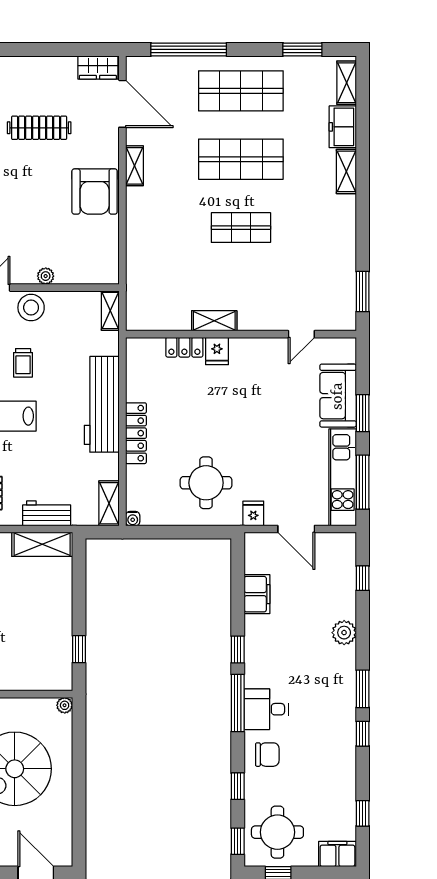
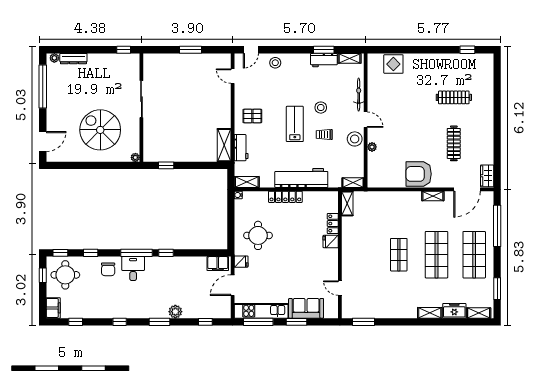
shelving: (214, 321) -> (347, 204), moved
filing cabinet: (257, 594) -> (218, 264), moved
window: (363, 689) -> (160, 322), moved

